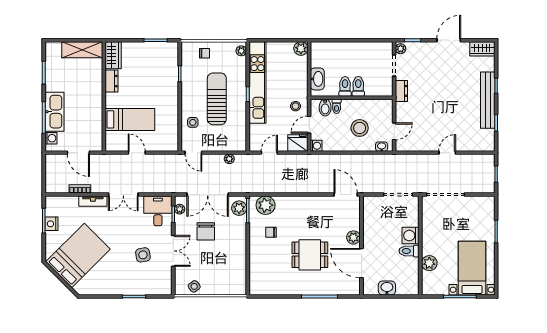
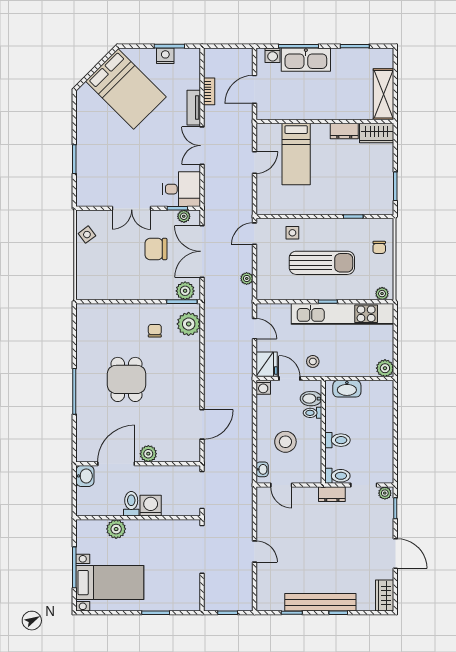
toilet: (345, 86) -> (337, 476), moved
plant: (353, 237) -> (148, 454), moved
wall: (361, 245) -> (138, 464), moved
side table: (143, 255) -> (126, 170), removed
door: (361, 263) -> (116, 464), moved

